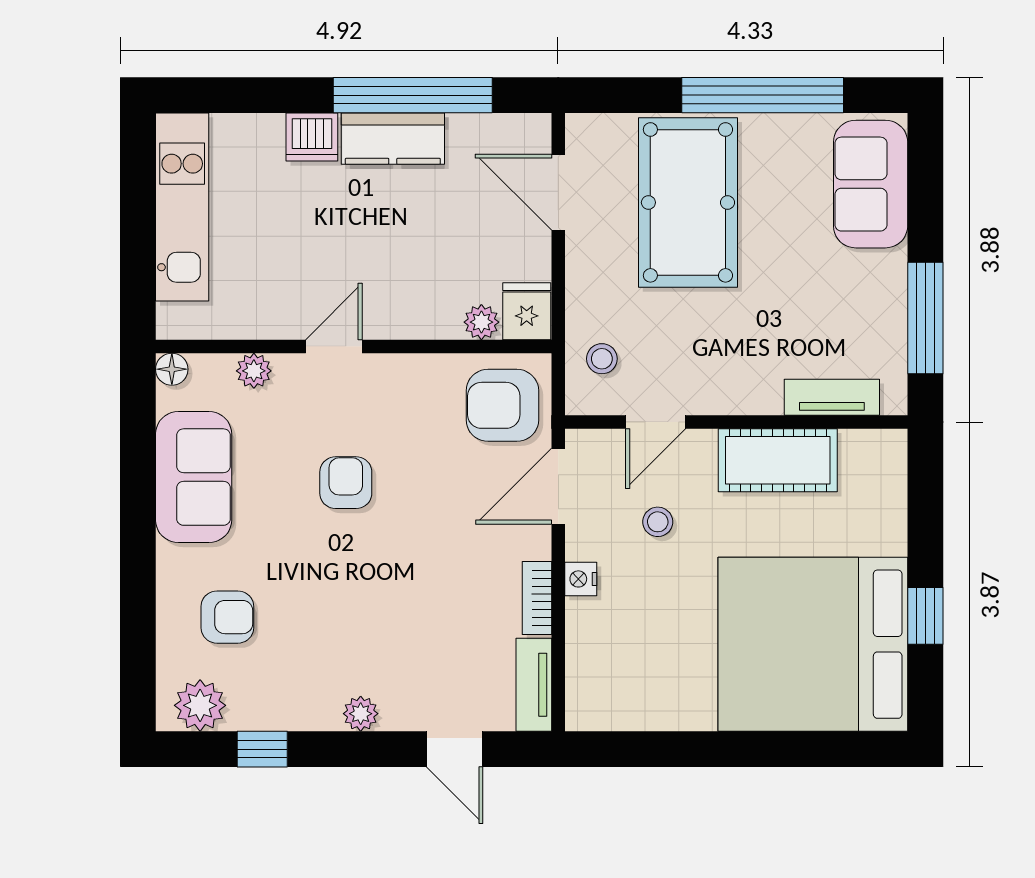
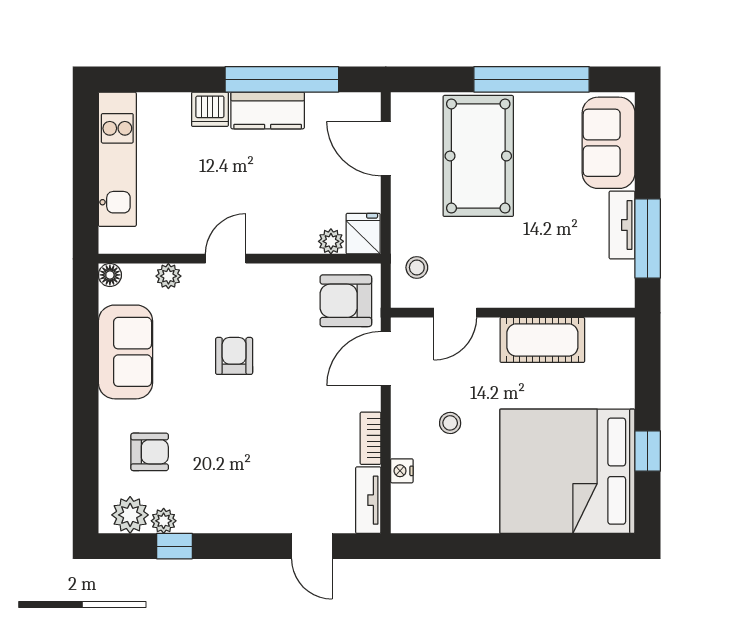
tv unit: (832, 397) -> (622, 225), moved, turned -90
stool: (658, 522) -> (450, 423), moved
nightstand: (581, 579) -> (402, 471), moved
plant: (361, 714) -> (164, 521), moved

